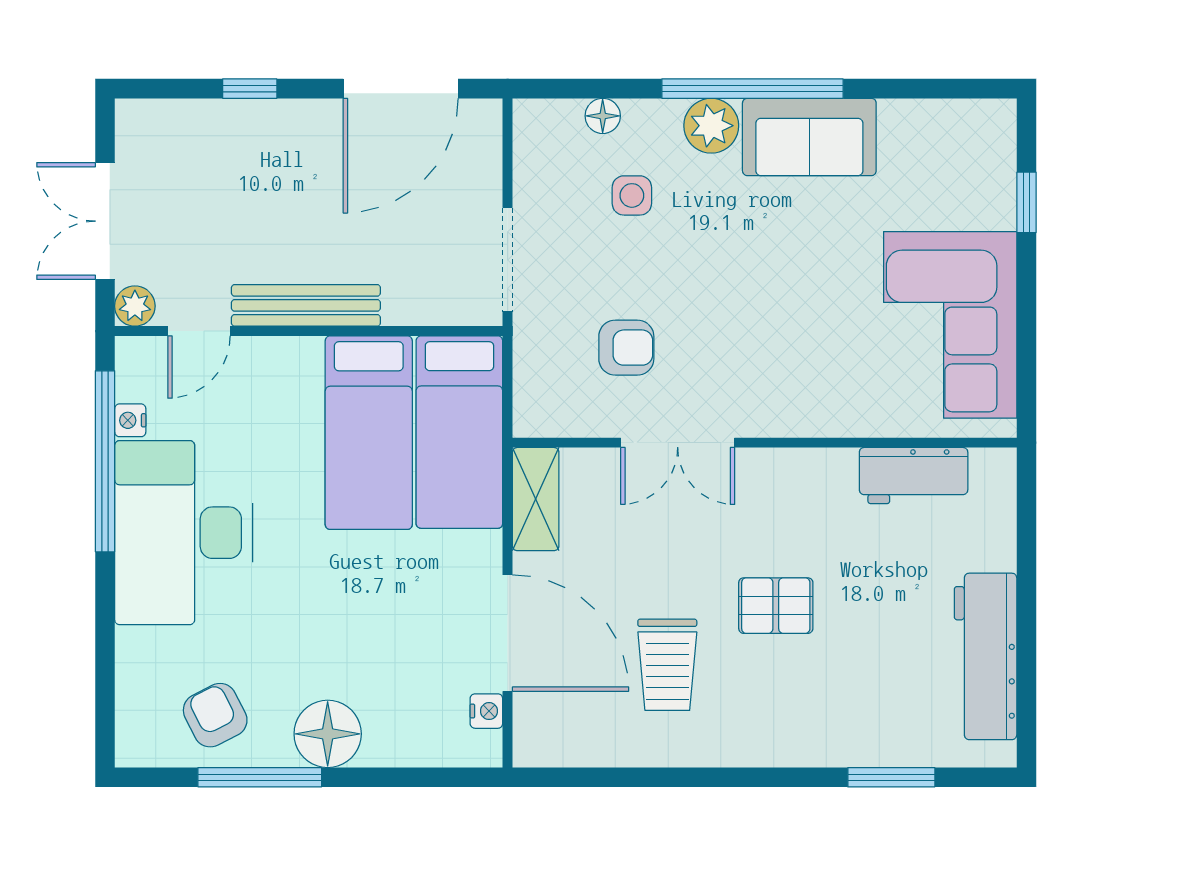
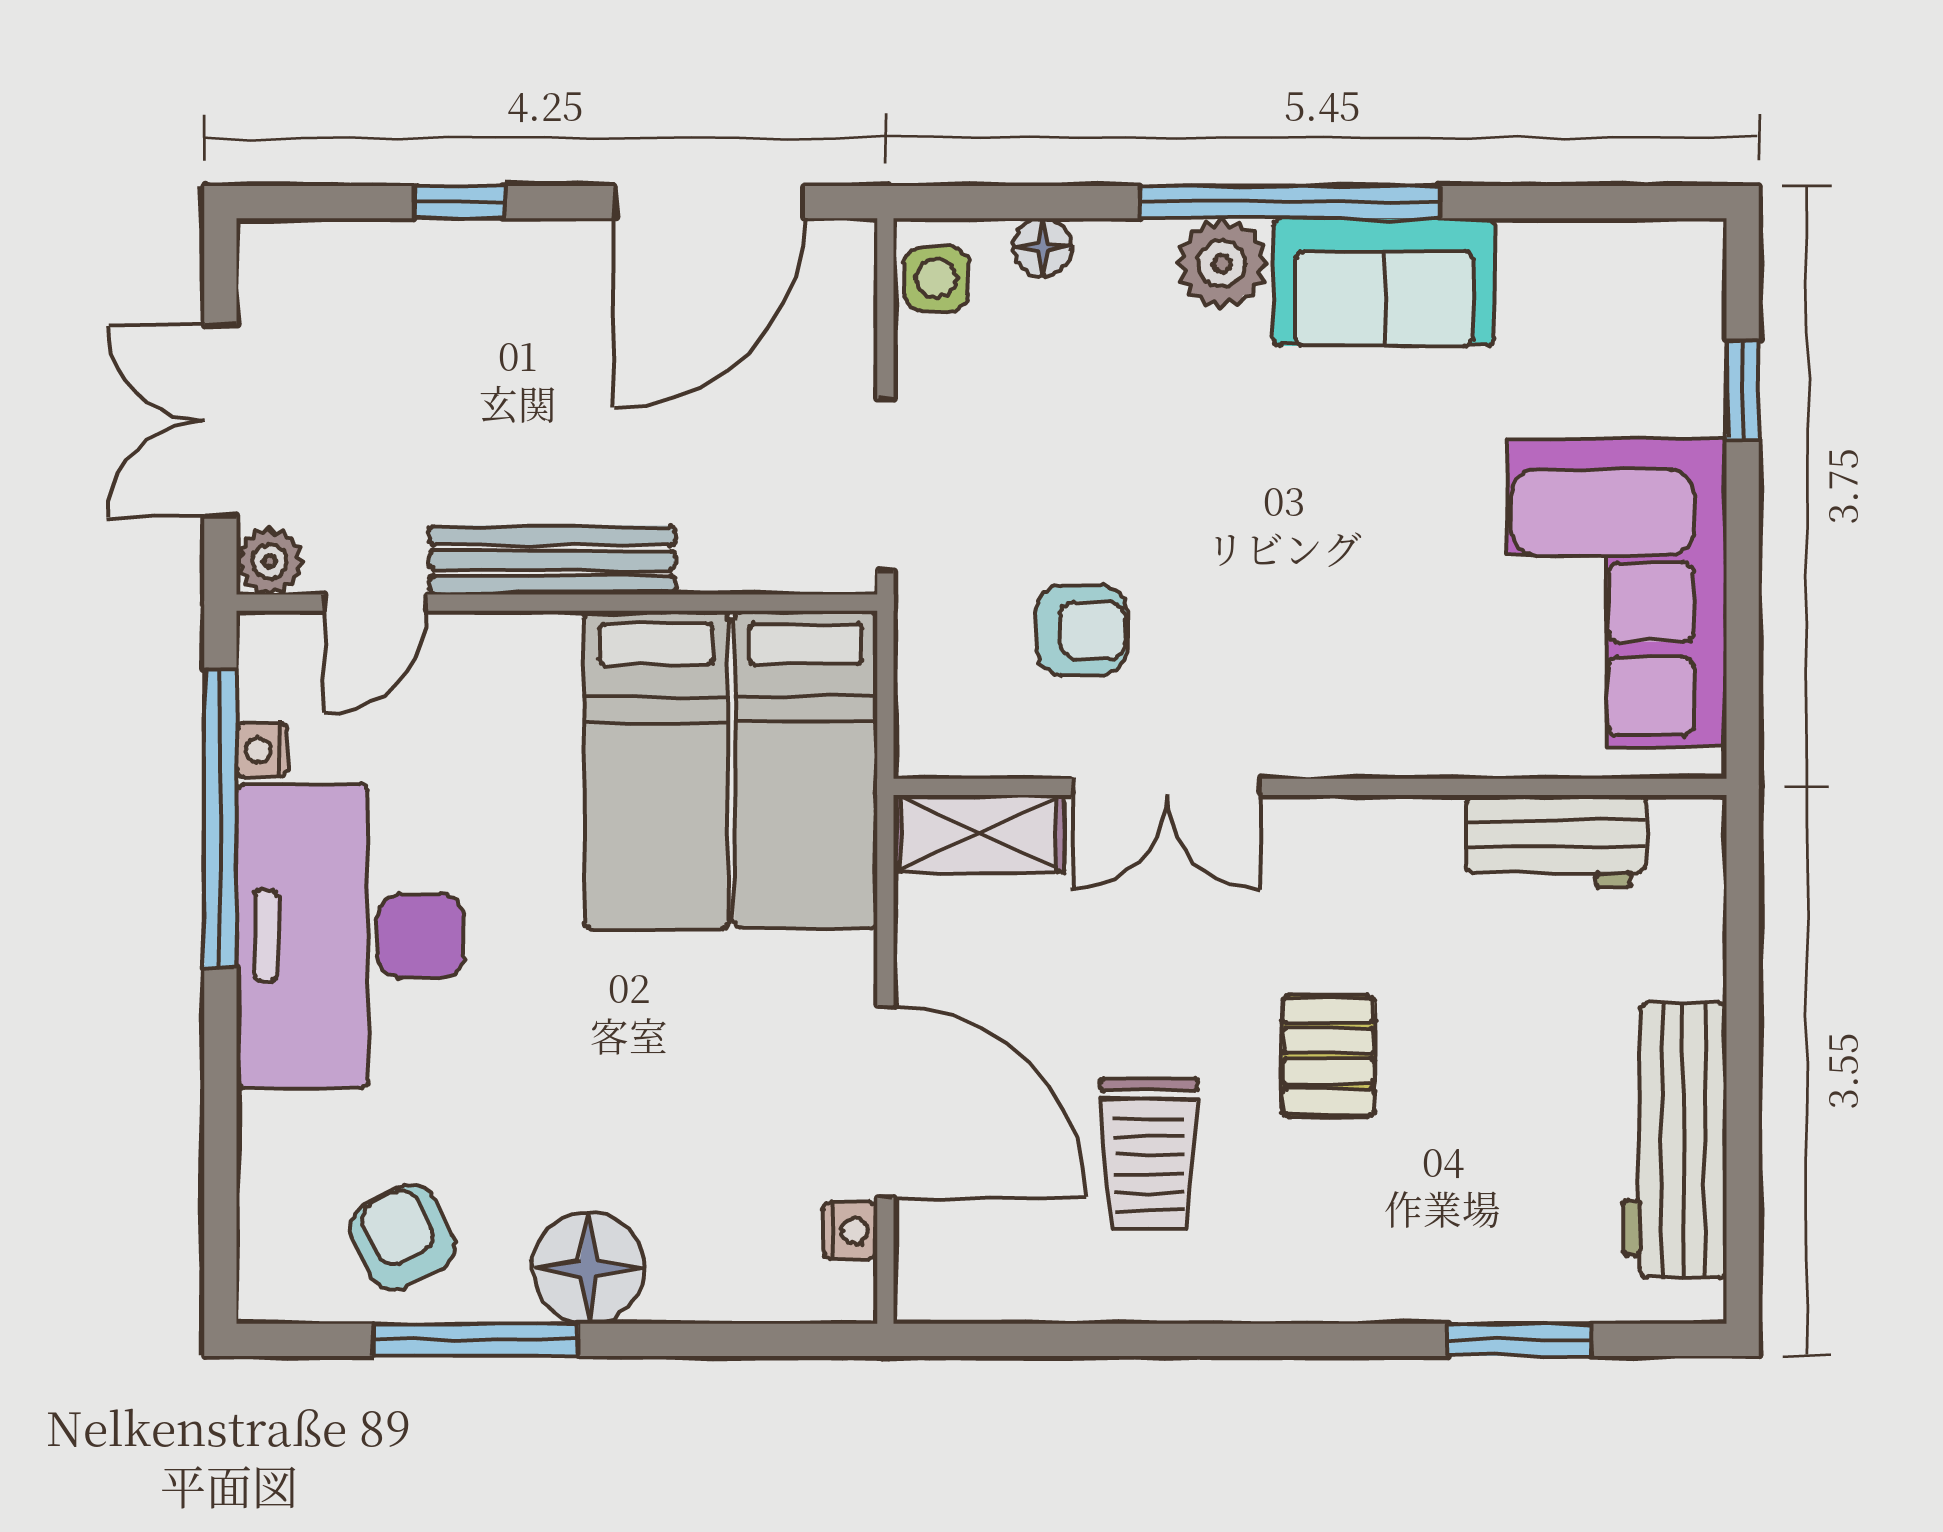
side table: (632, 195) -> (936, 279), moved
shelving: (536, 499) -> (979, 833), moved, turned 90
pallet: (776, 606) -> (1328, 1056), turned 90

